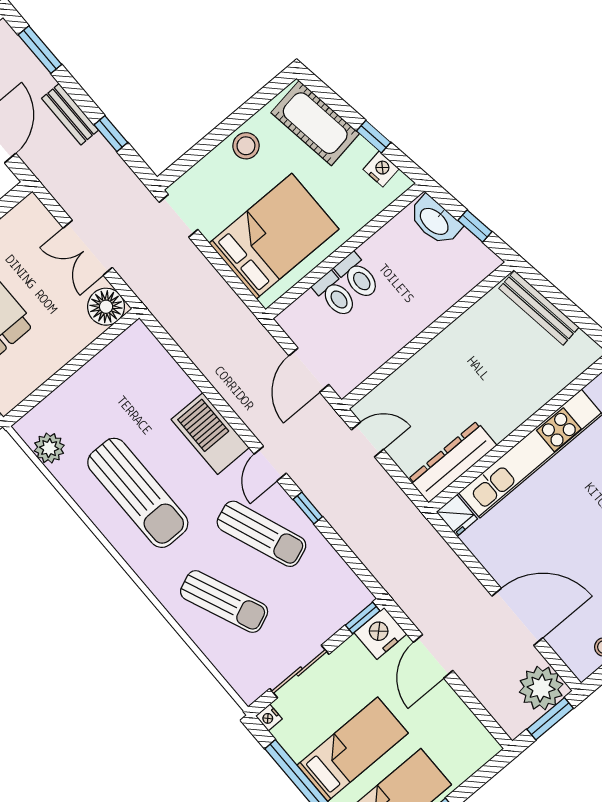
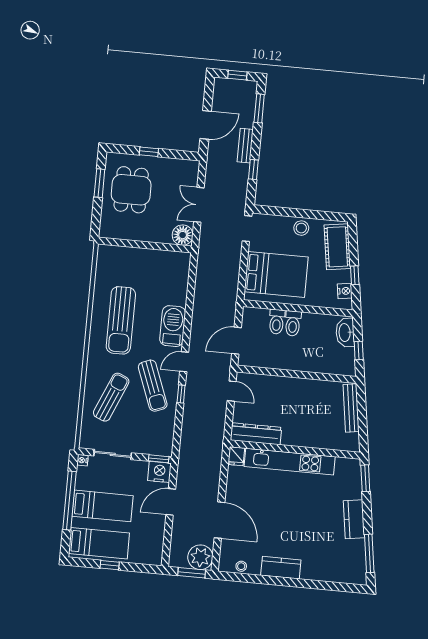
plant: (49, 448) -> (104, 268), removed
sun lounger: (224, 602) -> (111, 397), turned -134

